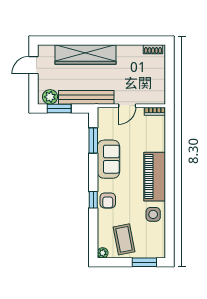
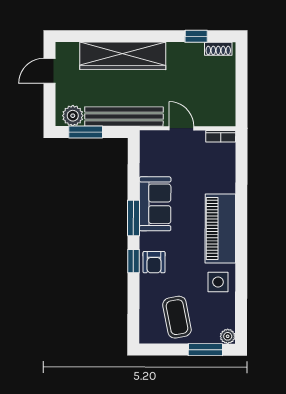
window: (137, 40) -> (196, 36), added
door: (127, 106) -> (182, 128), swing flipped
window: (93, 141) -> (134, 218), moved
plant: (103, 253) -> (228, 336), moved

